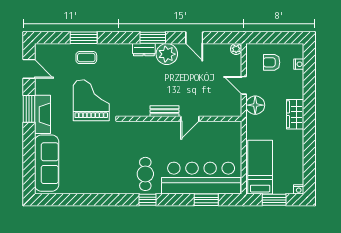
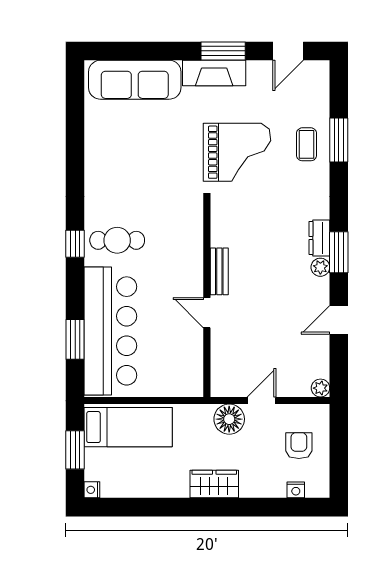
plant: (167, 54) -> (320, 267), width x0.53, depth x0.53

